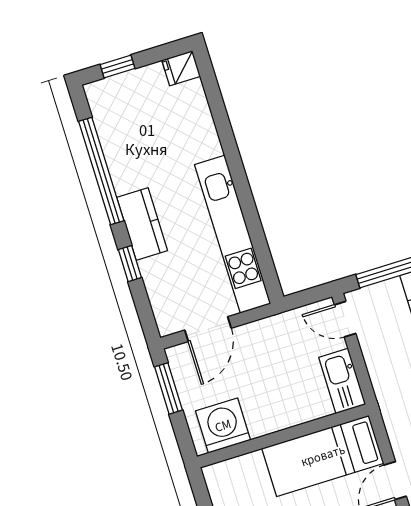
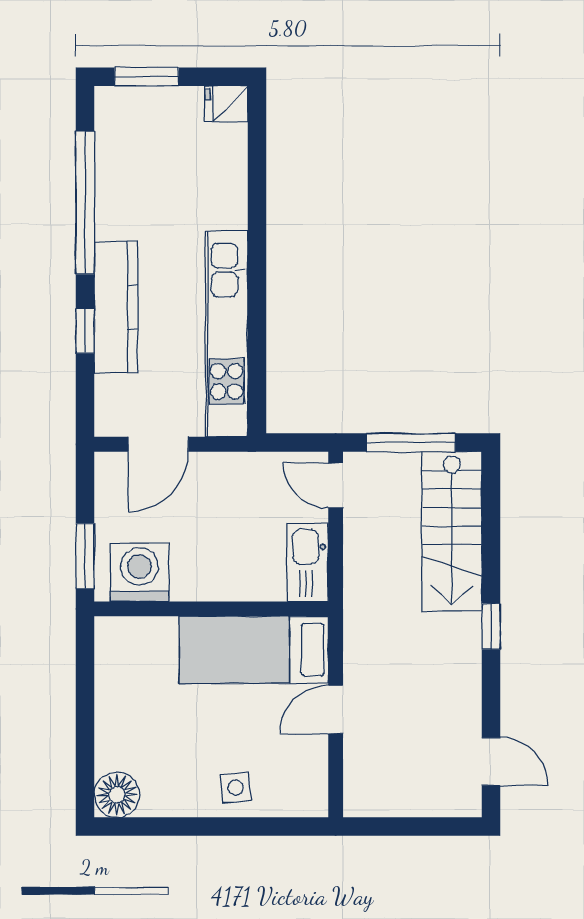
window: (117, 67) -> (147, 77), width x1.50
kitchen counter: (142, 224) -> (116, 307), width x1.50
window: (169, 388) -> (85, 556), moved

